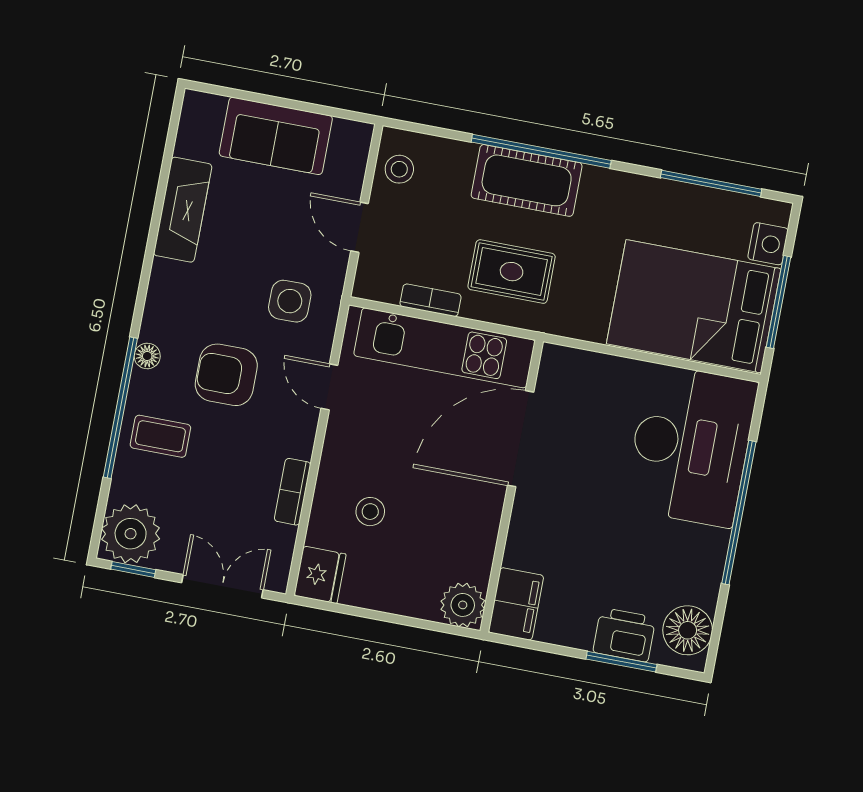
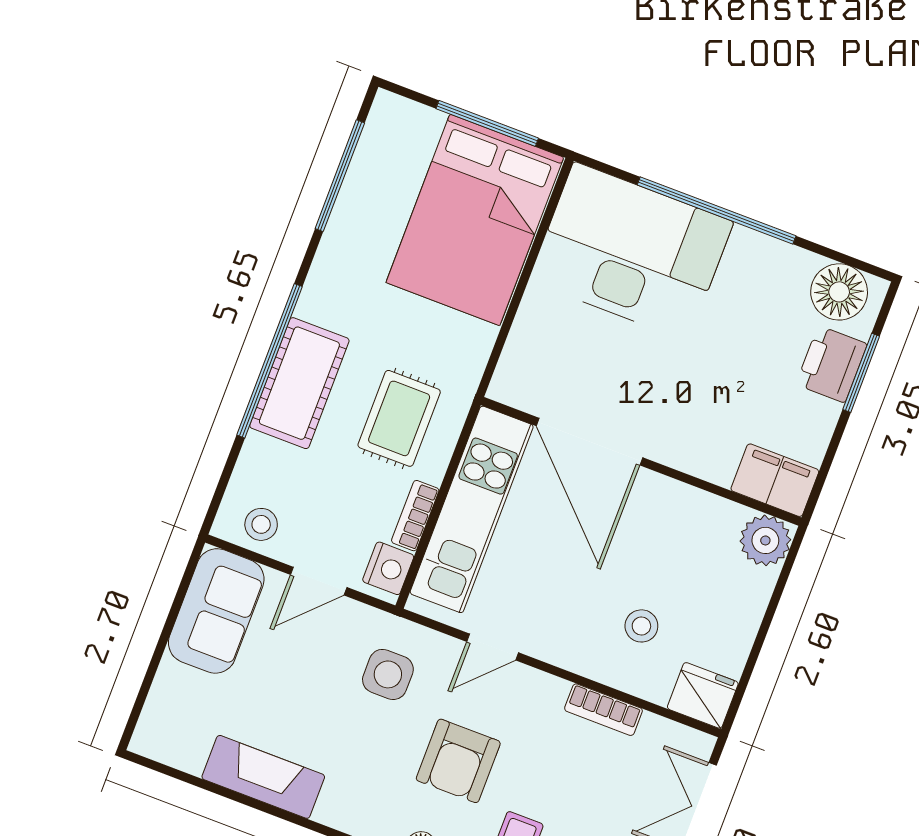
sofa: (276, 136) -> (216, 611), moved
nightstand: (768, 244) -> (388, 568), moved, turned 90

